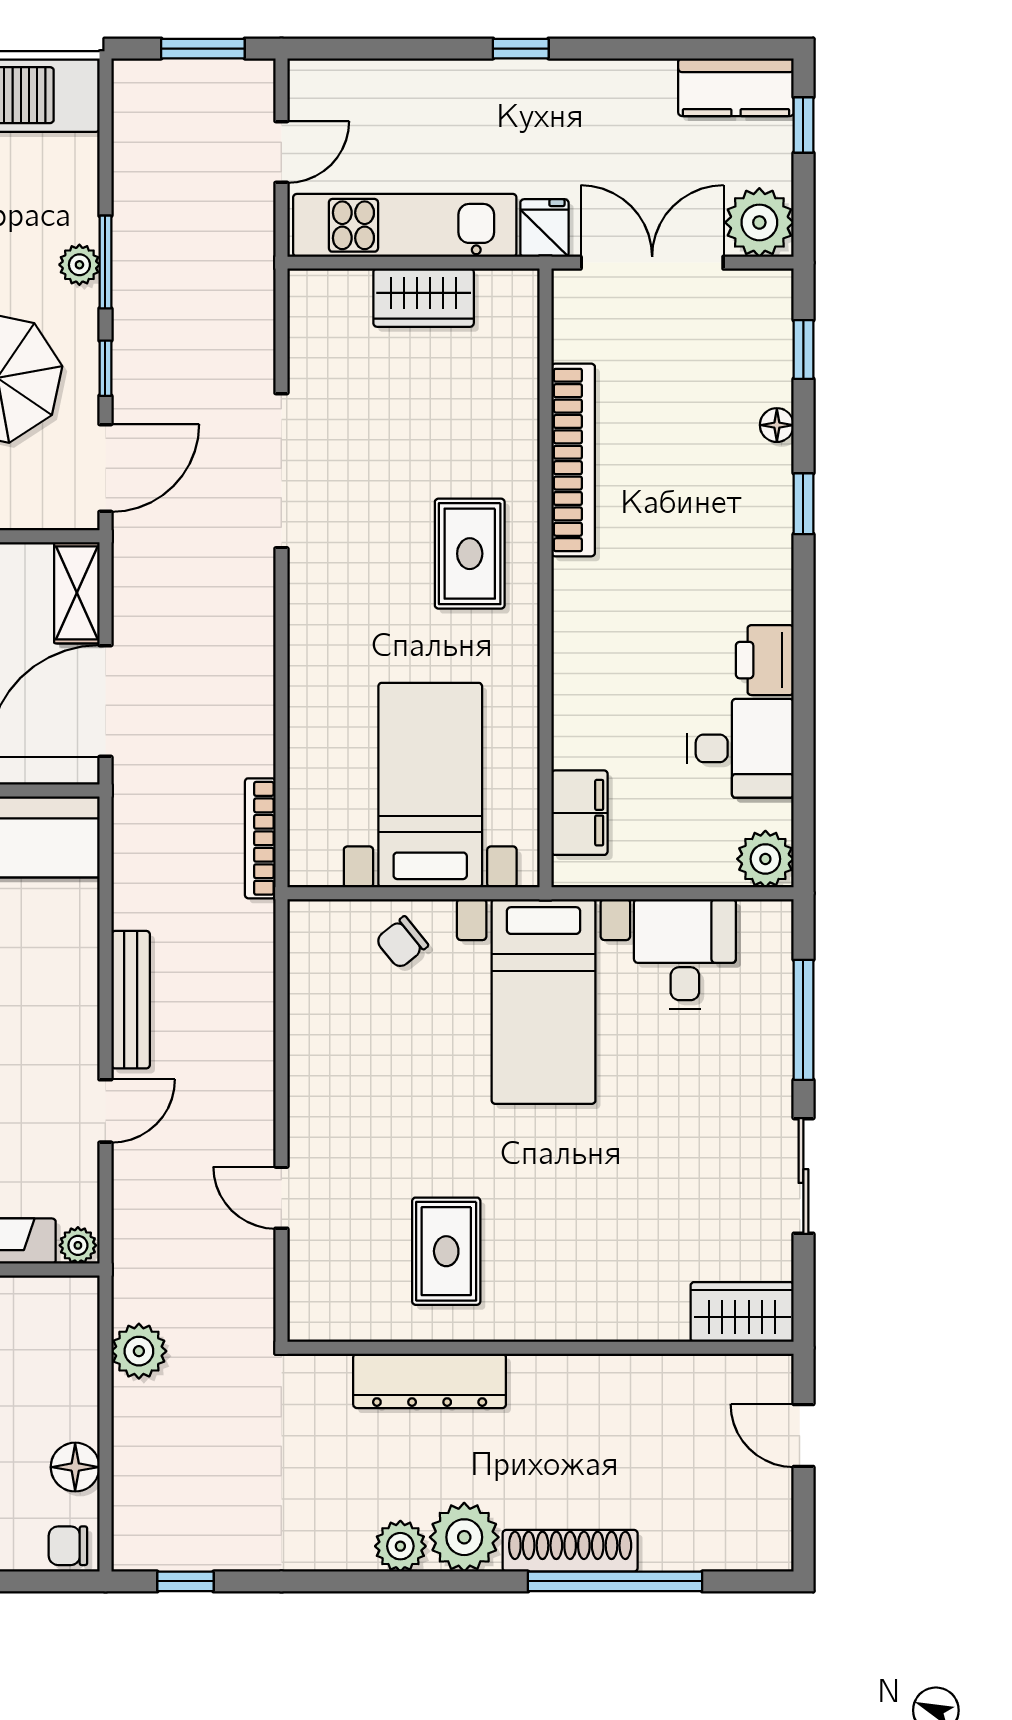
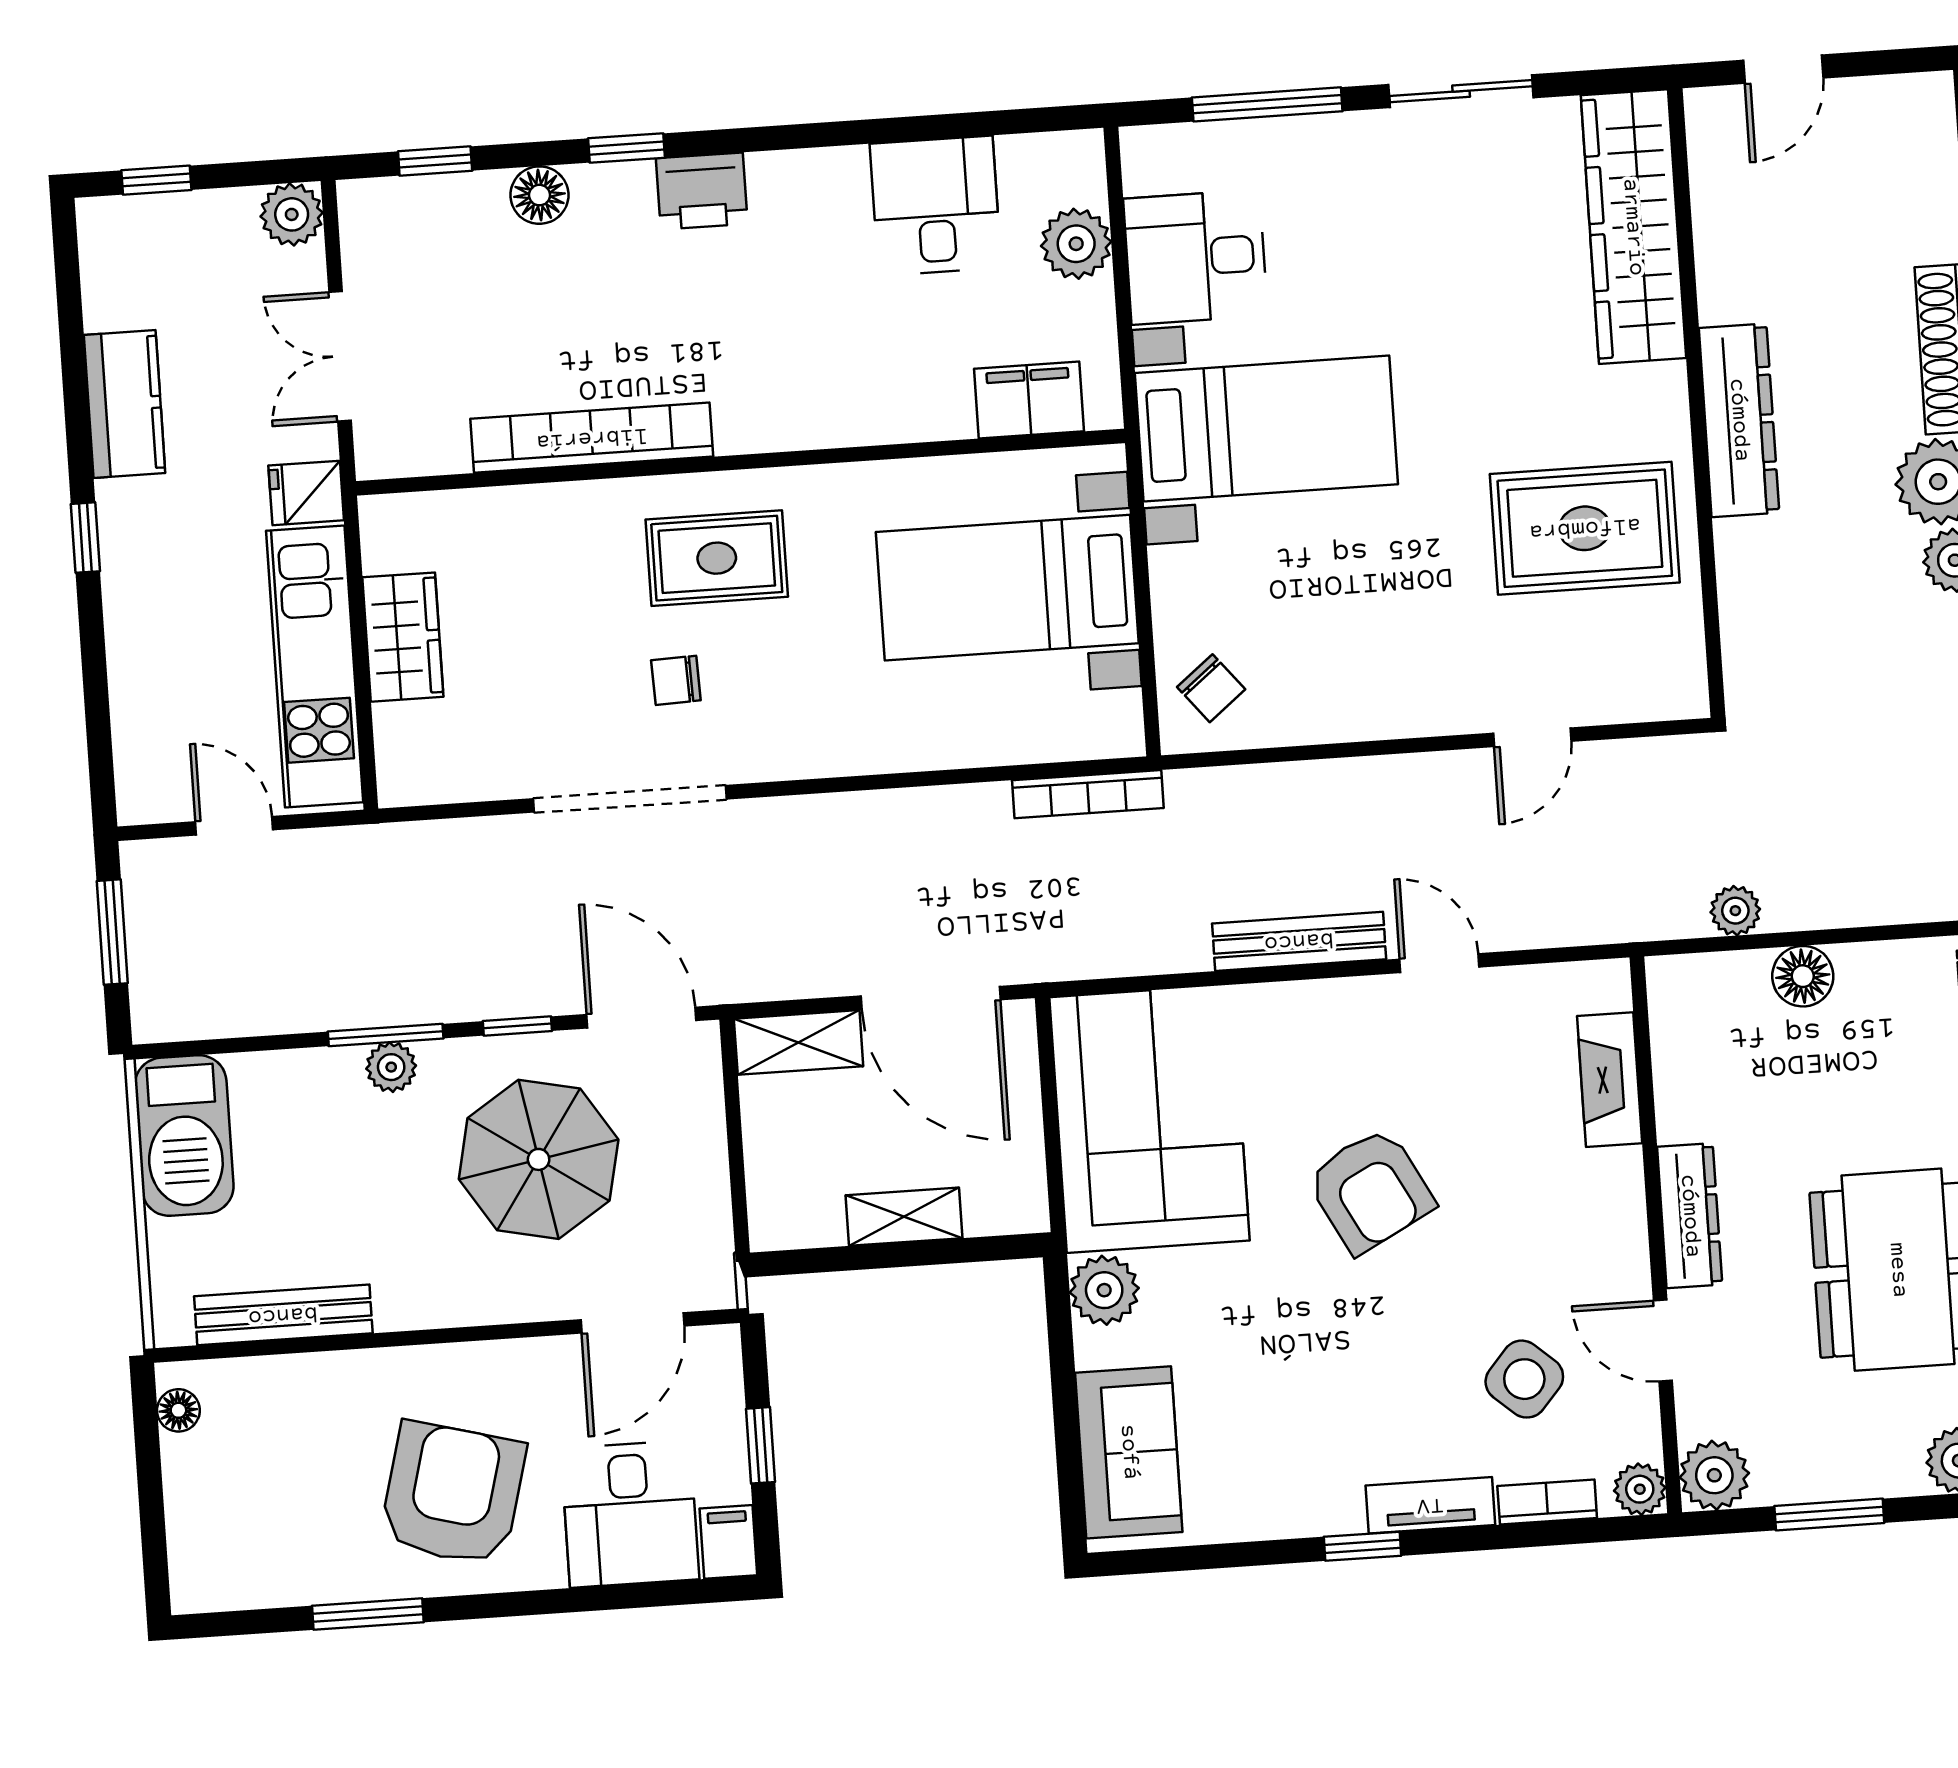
kitchen counter: (736, 87) -> (124, 404), moved
plant: (759, 222) -> (292, 214), width x0.73, depth x0.73
double door: (652, 263) -> (340, 356), width x0.73
floor lamp: (777, 425) -> (539, 195), width x1.37, depth x1.37
chair: (374, 514) -> (676, 680), added
printer: (765, 660) -> (702, 191), moved
plant: (765, 859) -> (1076, 244), moved
chair: (402, 943) -> (1211, 688), moved
plant: (78, 1245) -> (1609, 986), removed
rug: (446, 1251) -> (1585, 528), width x1.36, depth x1.43
wardrobe: (742, 1312) -> (1633, 227), width x2.10, depth x1.17
plant: (139, 1351) -> (1735, 911), width x0.73, depth x0.73
dresser: (430, 1381) -> (1739, 420), moved
floor lamp: (75, 1467) -> (1803, 976), moved

